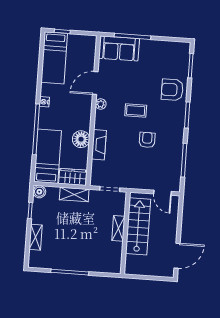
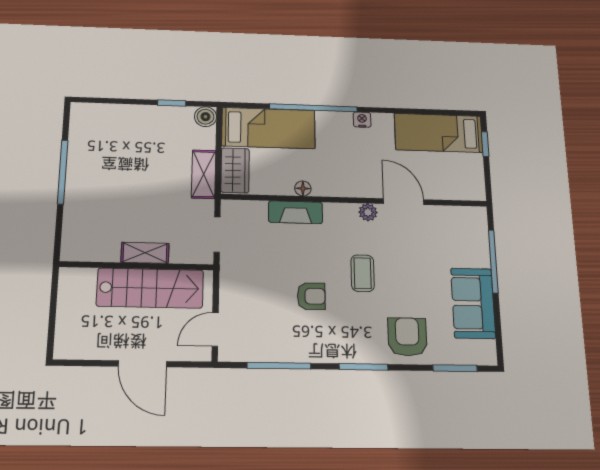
sofa: (119, 48) -> (473, 303), moved
floor lamp: (81, 139) -> (303, 188), width x0.53, depth x0.53
shelving: (36, 237) -> (125, 113), removed
door: (177, 256) -> (142, 364), moved

